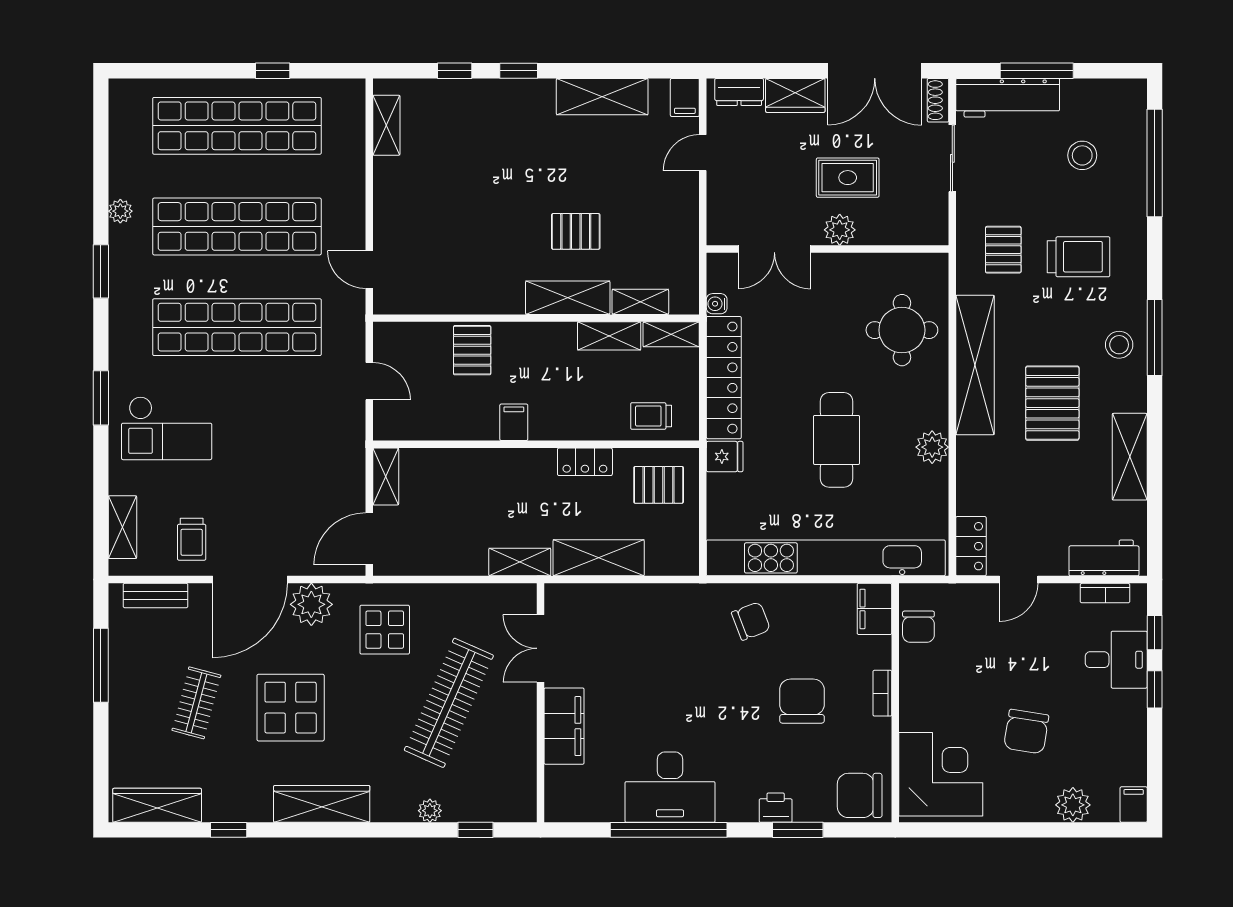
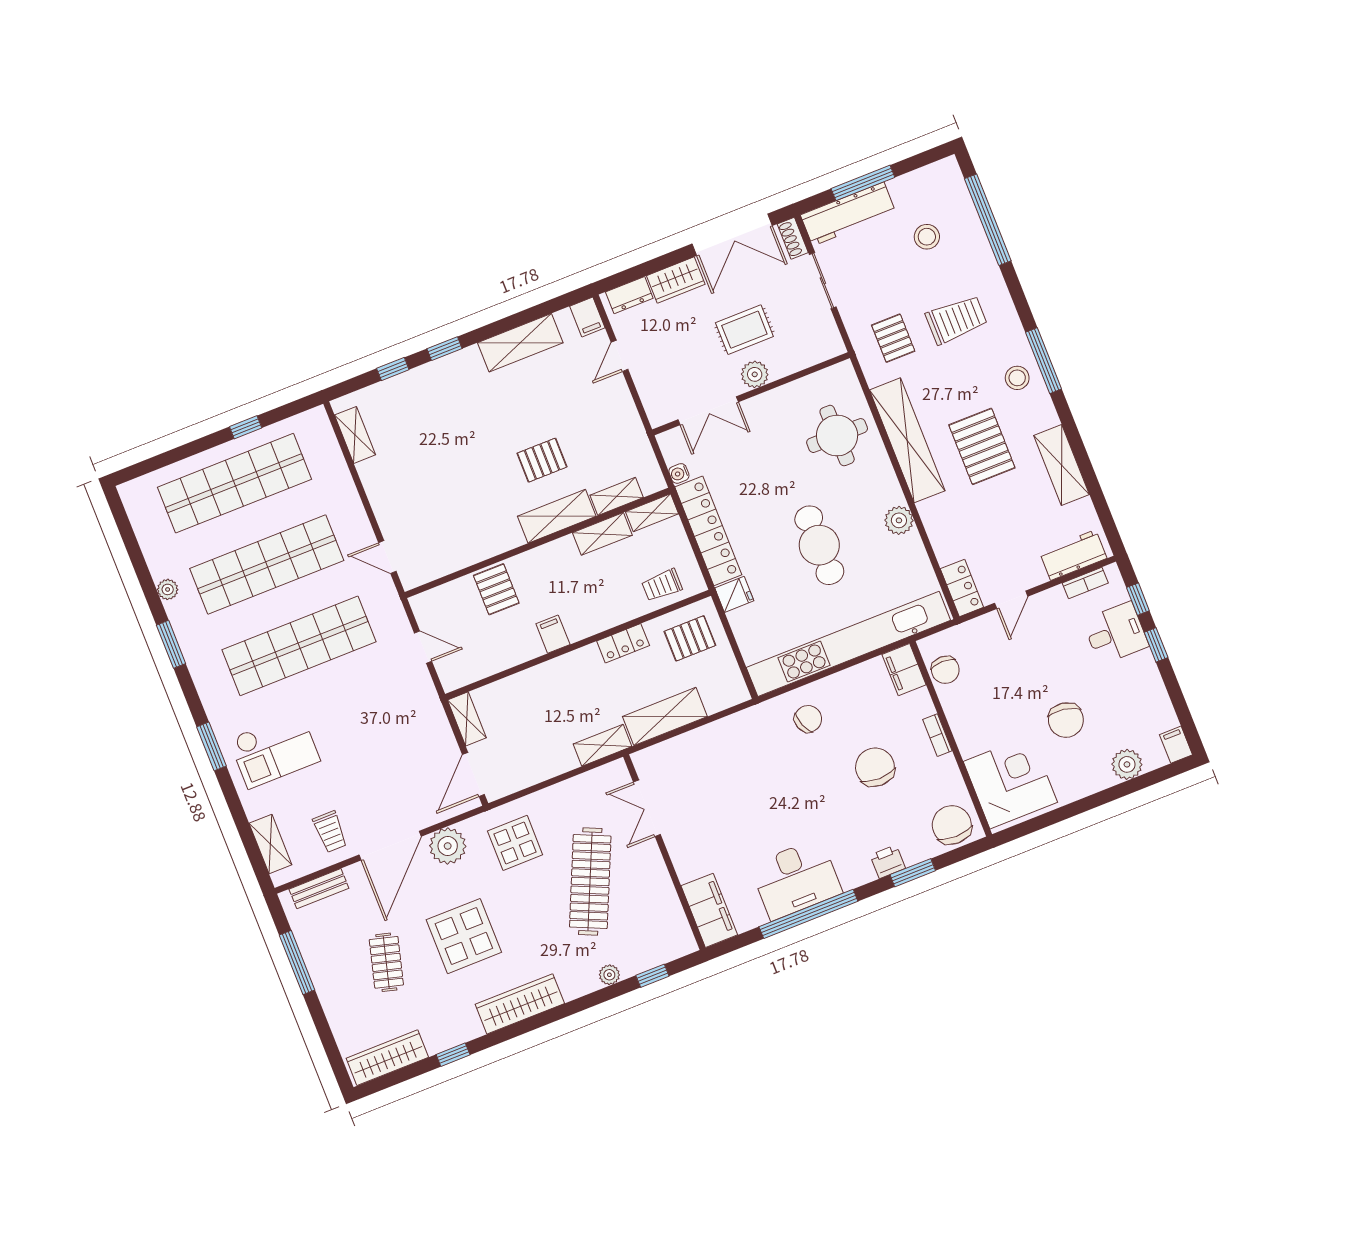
filing cabinet: (564, 726) -> (709, 910), moved
chair: (860, 795) -> (952, 825), turned 90

